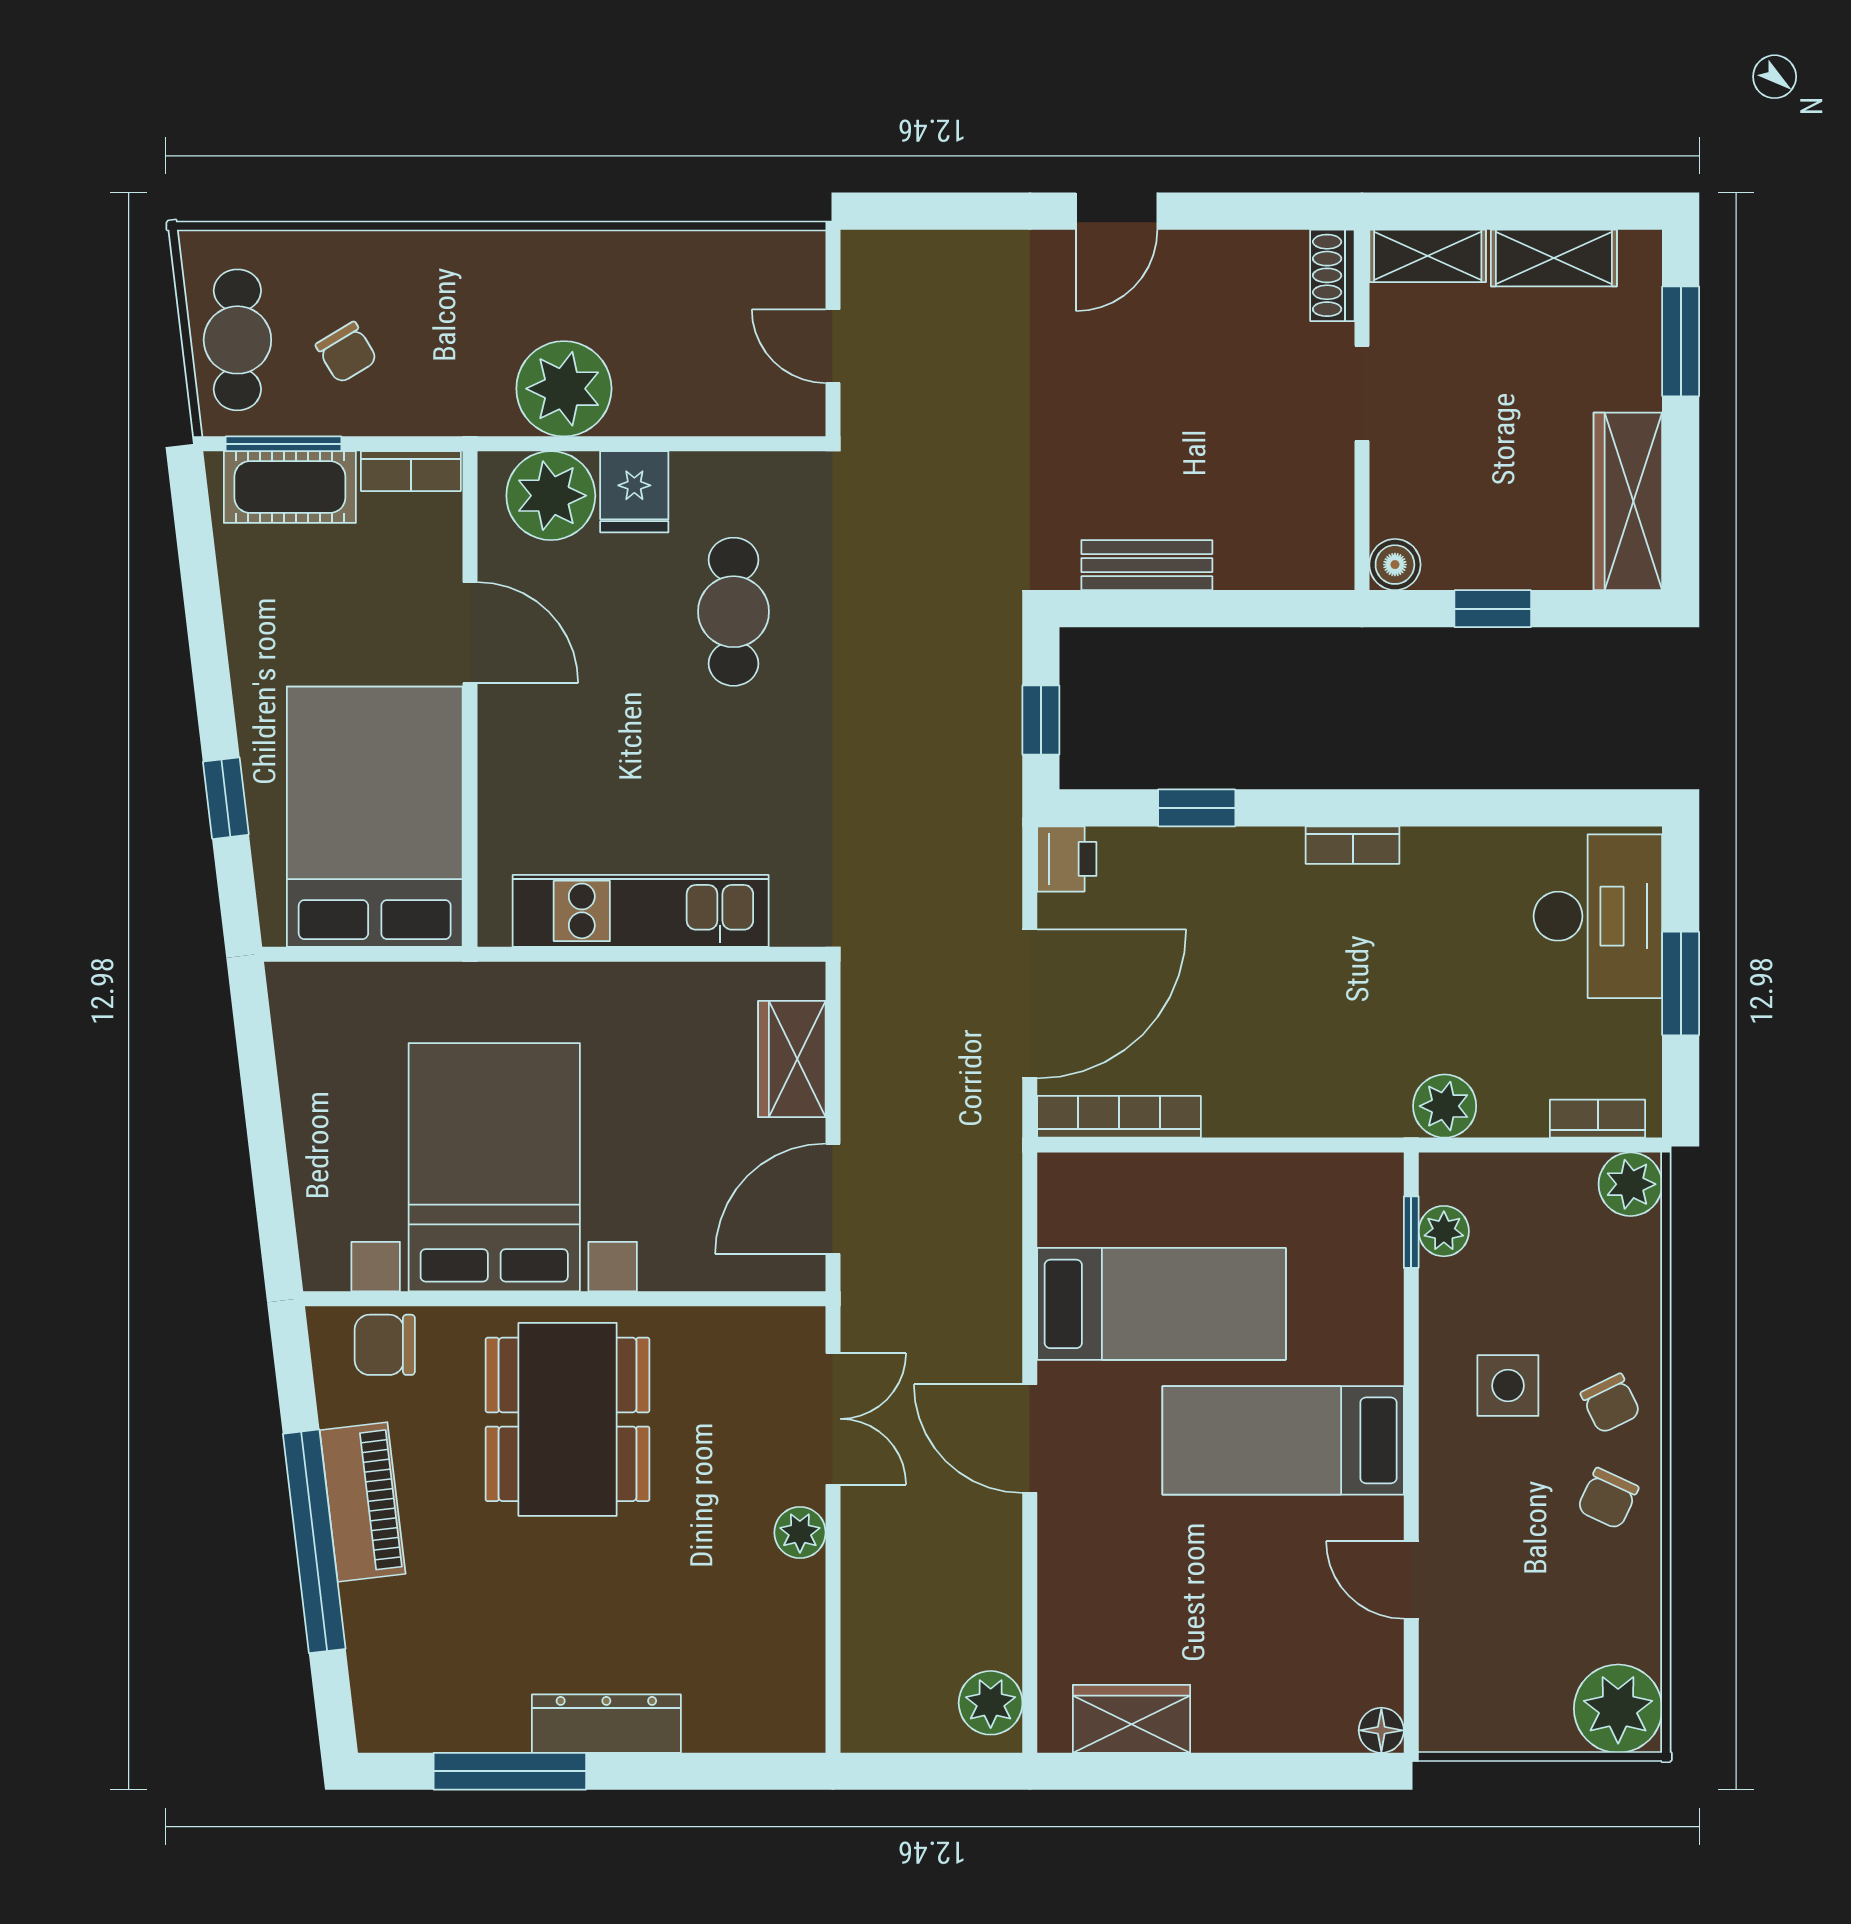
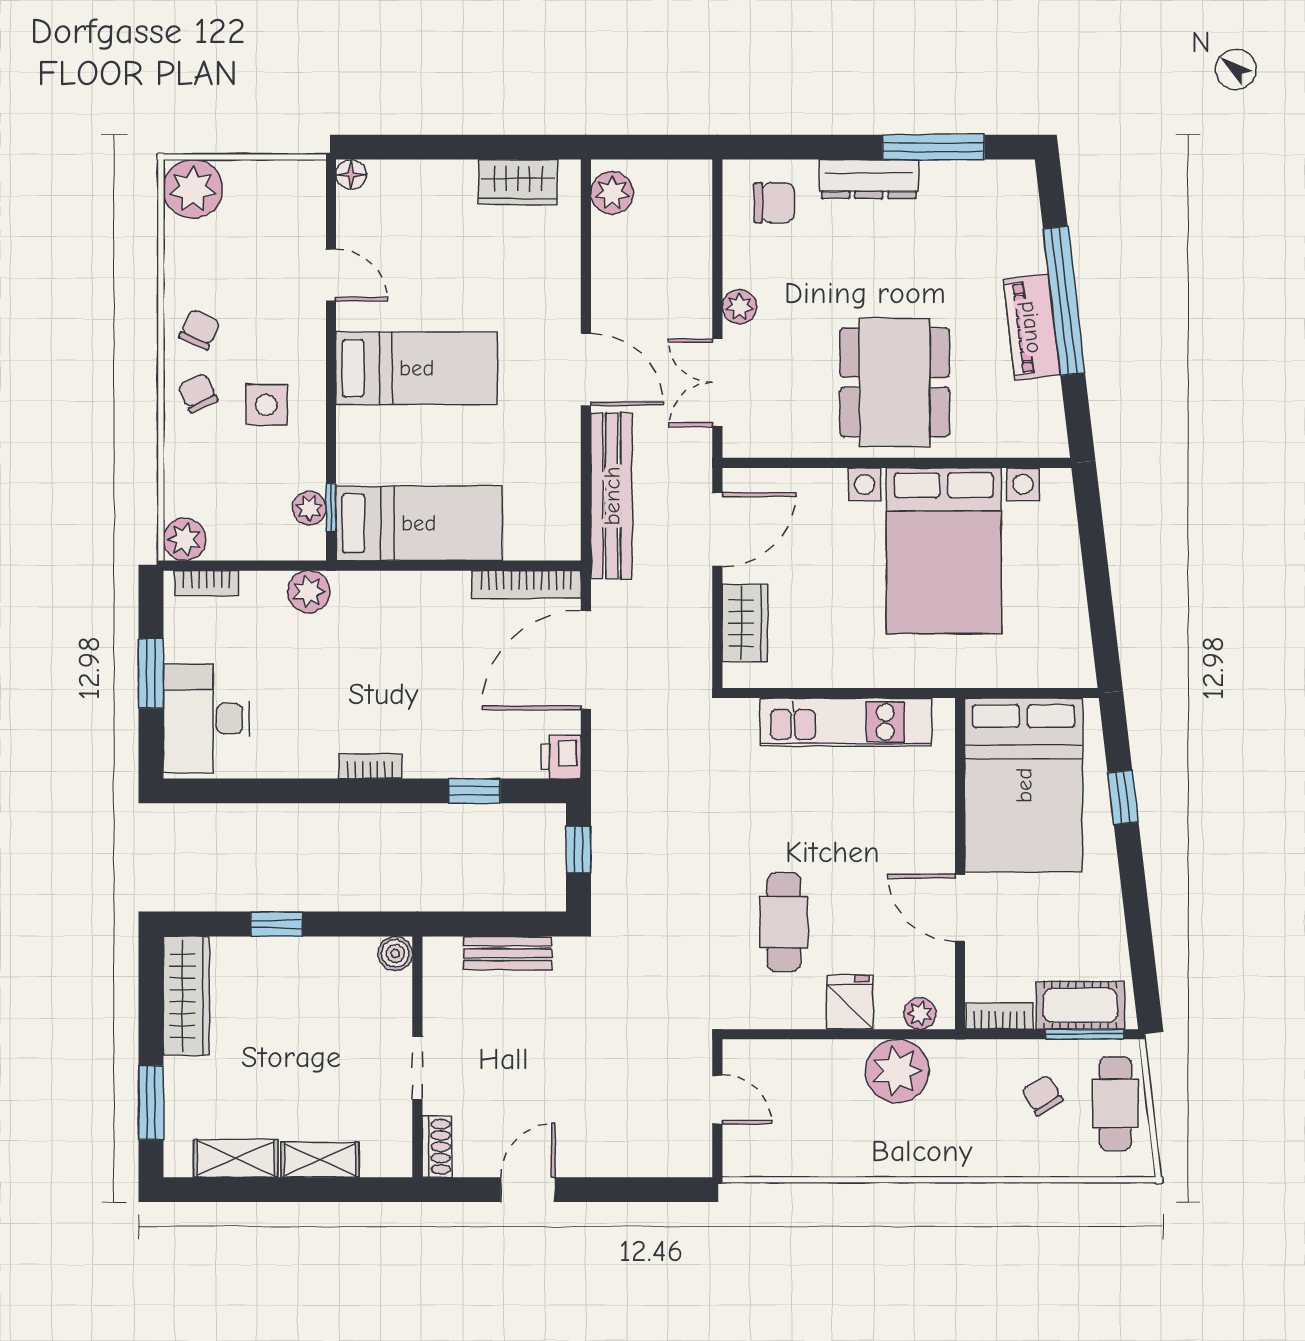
shoe rack: (1332, 275) -> (437, 1147), moved
doorway: (1362, 393) -> (417, 1068), moved
wall: (1362, 410) -> (417, 1057), moved
plant: (551, 496) -> (920, 1013), width x0.53, depth x0.53
boiler: (1395, 565) -> (395, 953), moved
bench: (991, 1249) -> (612, 496), added
bed: (1161, 1304) -> (419, 523), moved, turned 180
chair: (385, 1345) -> (774, 203), moved

